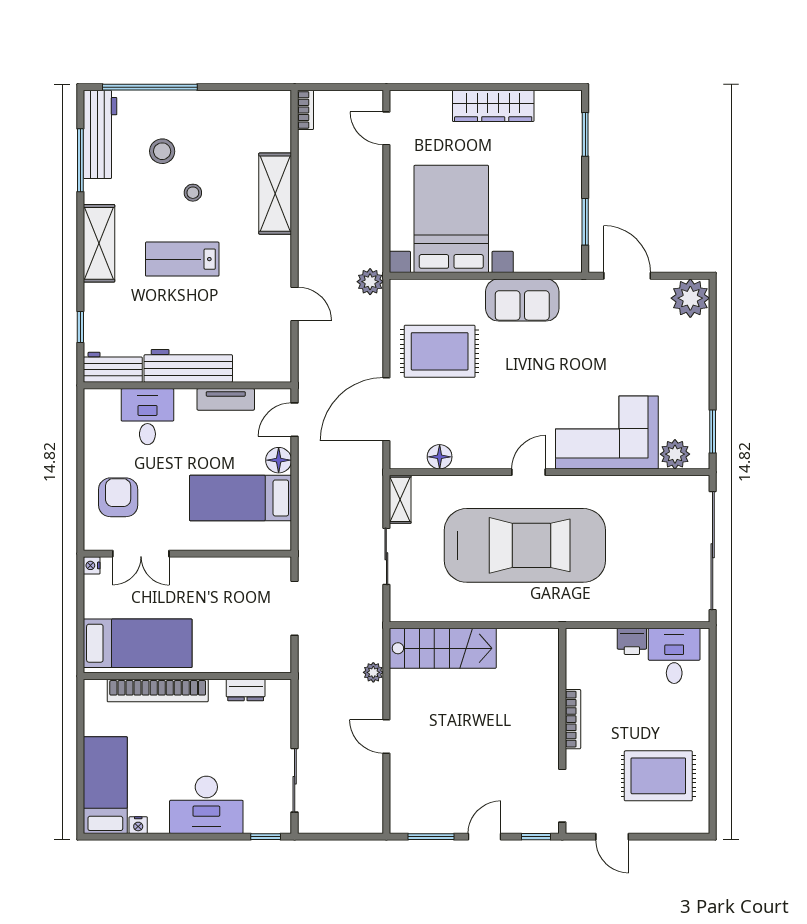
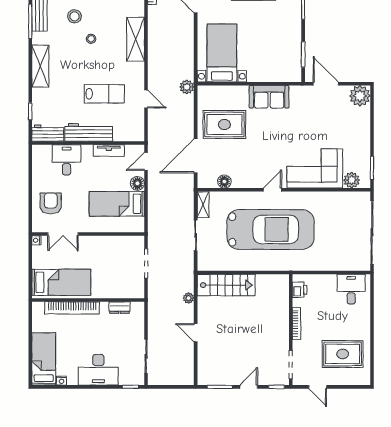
bed with nightstands: (451, 219) -> (222, 53), width x0.73
lab bench: (182, 259) -> (104, 94), moved, turned 180
printer: (632, 641) -> (299, 290), moved, turned -90

